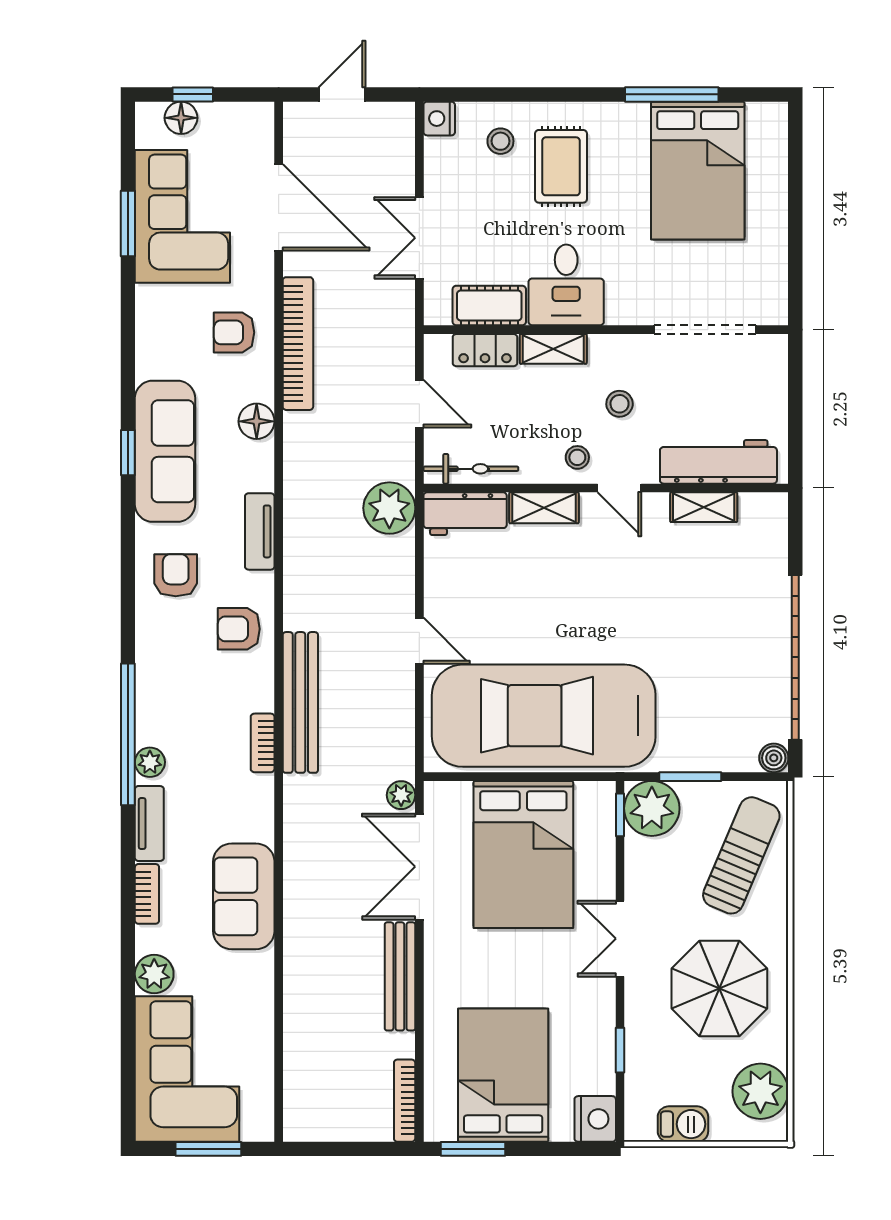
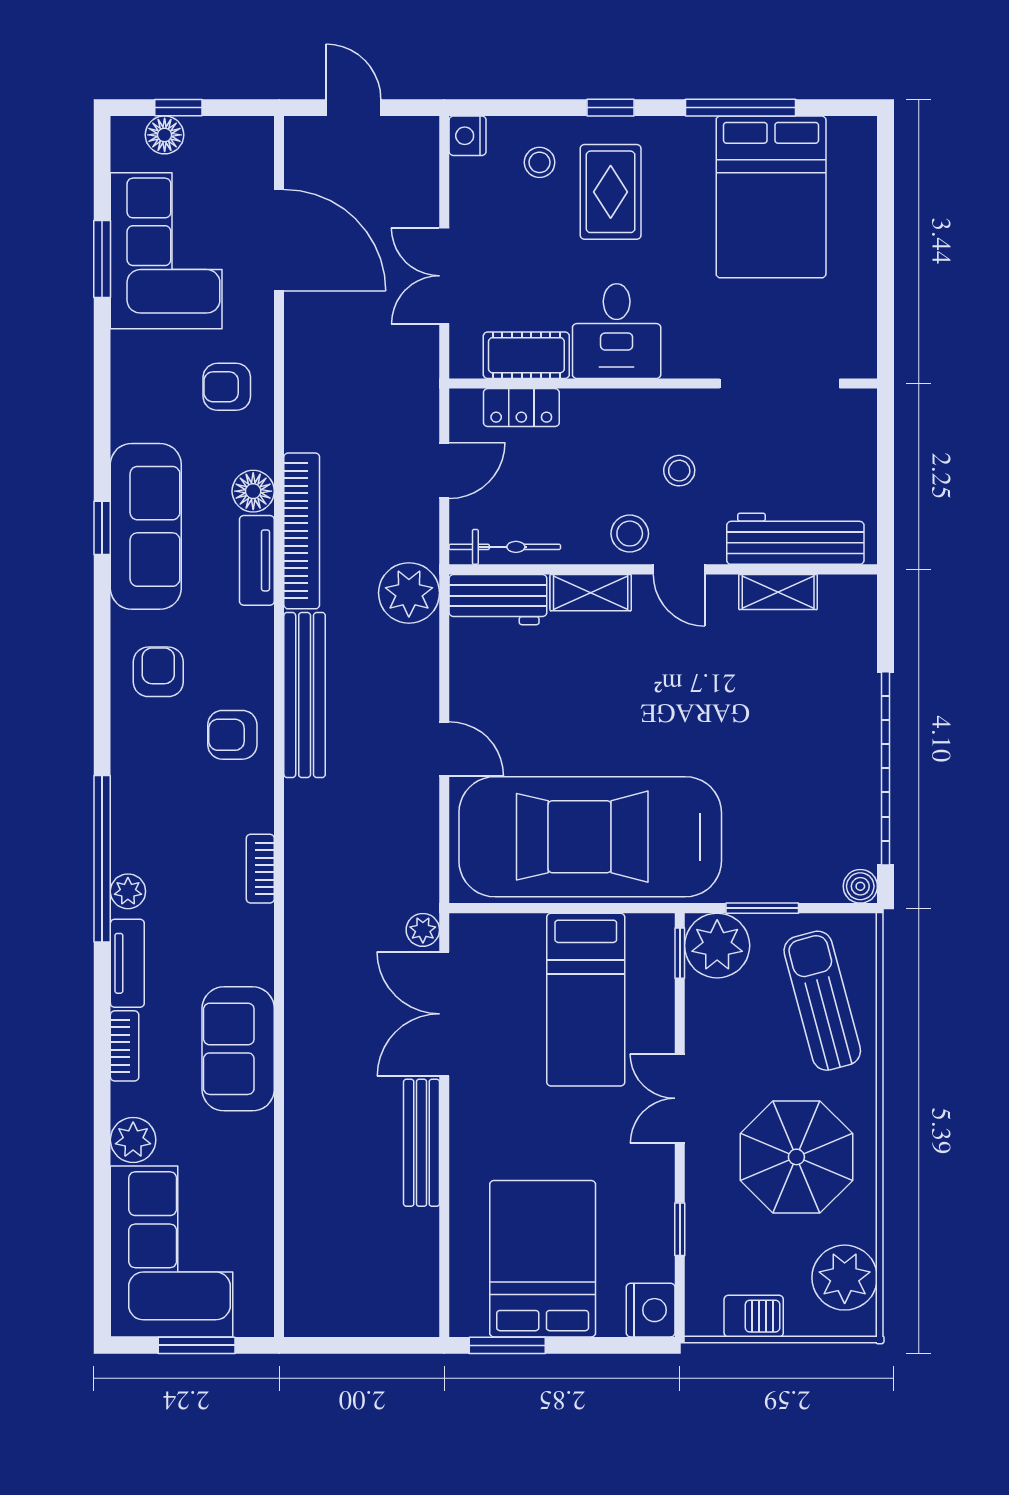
door: (342, 94) -> (353, 108), hinge flipped
window: (561, 94) -> (610, 108), added
bookcase: (298, 344) -> (302, 531), moved
shelving: (553, 349) -> (601, 406), removed
door: (419, 404) -> (444, 471), hinge flipped
stool: (577, 457) -> (630, 534), width x1.37, depth x1.37
tv unit: (260, 531) -> (257, 560), moved
bench: (300, 702) -> (305, 695), moved
bed: (523, 854) -> (586, 1000), width x0.67
sun lounger: (741, 855) -> (822, 1001), turned -38
bookcase: (405, 1101) -> (427, 1289), removed

